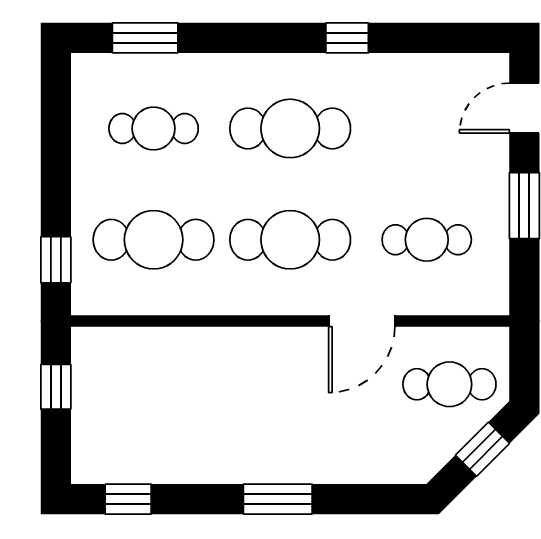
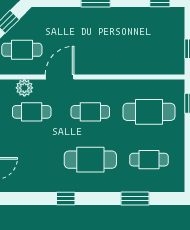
window: (145, 38) -> (135, 199), moved
cafe table: (290, 240) -> (90, 112), width x0.73, depth x0.74
plant: (444, 296) -> (24, 88), added

